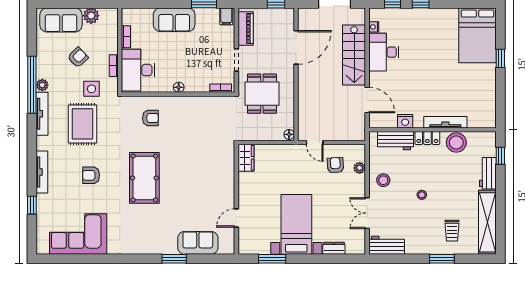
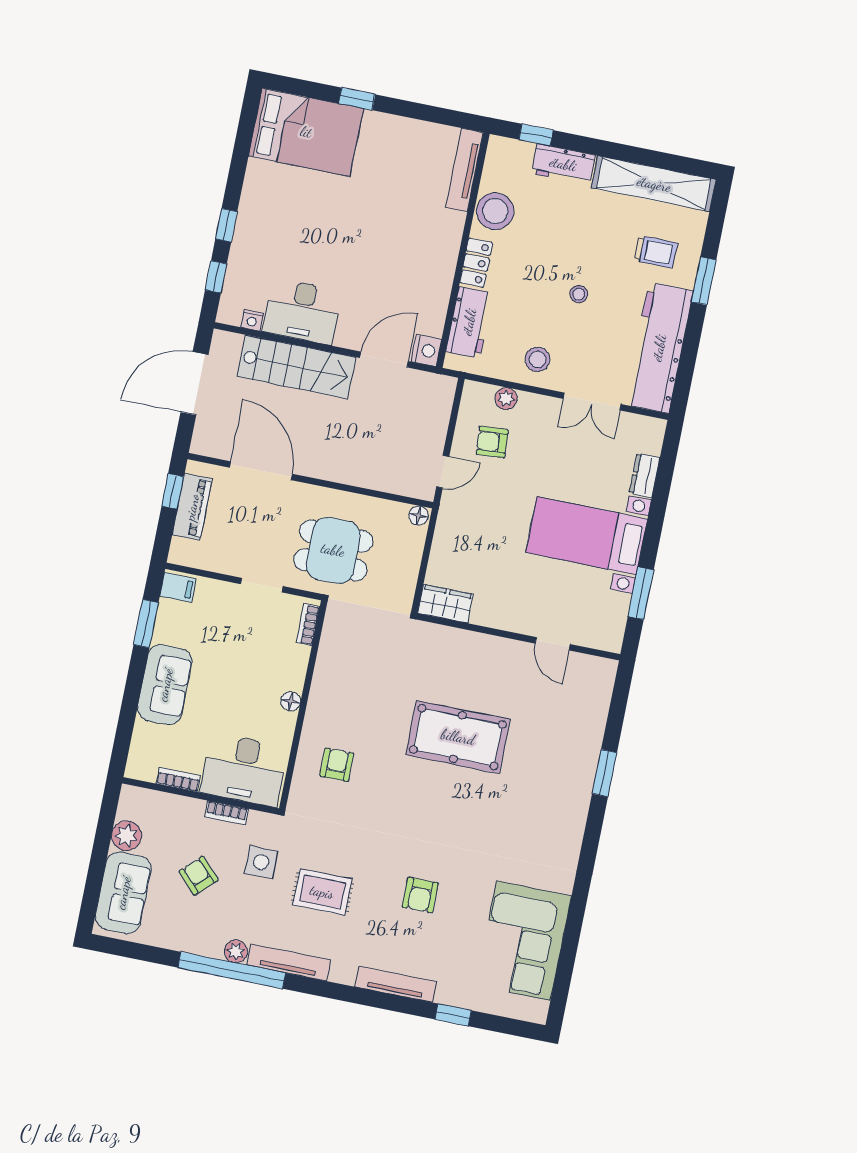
piano: (246, 29) -> (192, 507), moved, turned 90
nightstand: (405, 121) -> (426, 350), moved
tv unit: (445, 122) -> (465, 170), moved
rug: (82, 124) -> (322, 892), width x0.73, depth x0.70
pool table: (144, 178) -> (458, 737), moved
sofa: (198, 243) -> (584, 724), removed
workbench: (387, 245) -> (659, 348), width x1.88, depth x1.32

